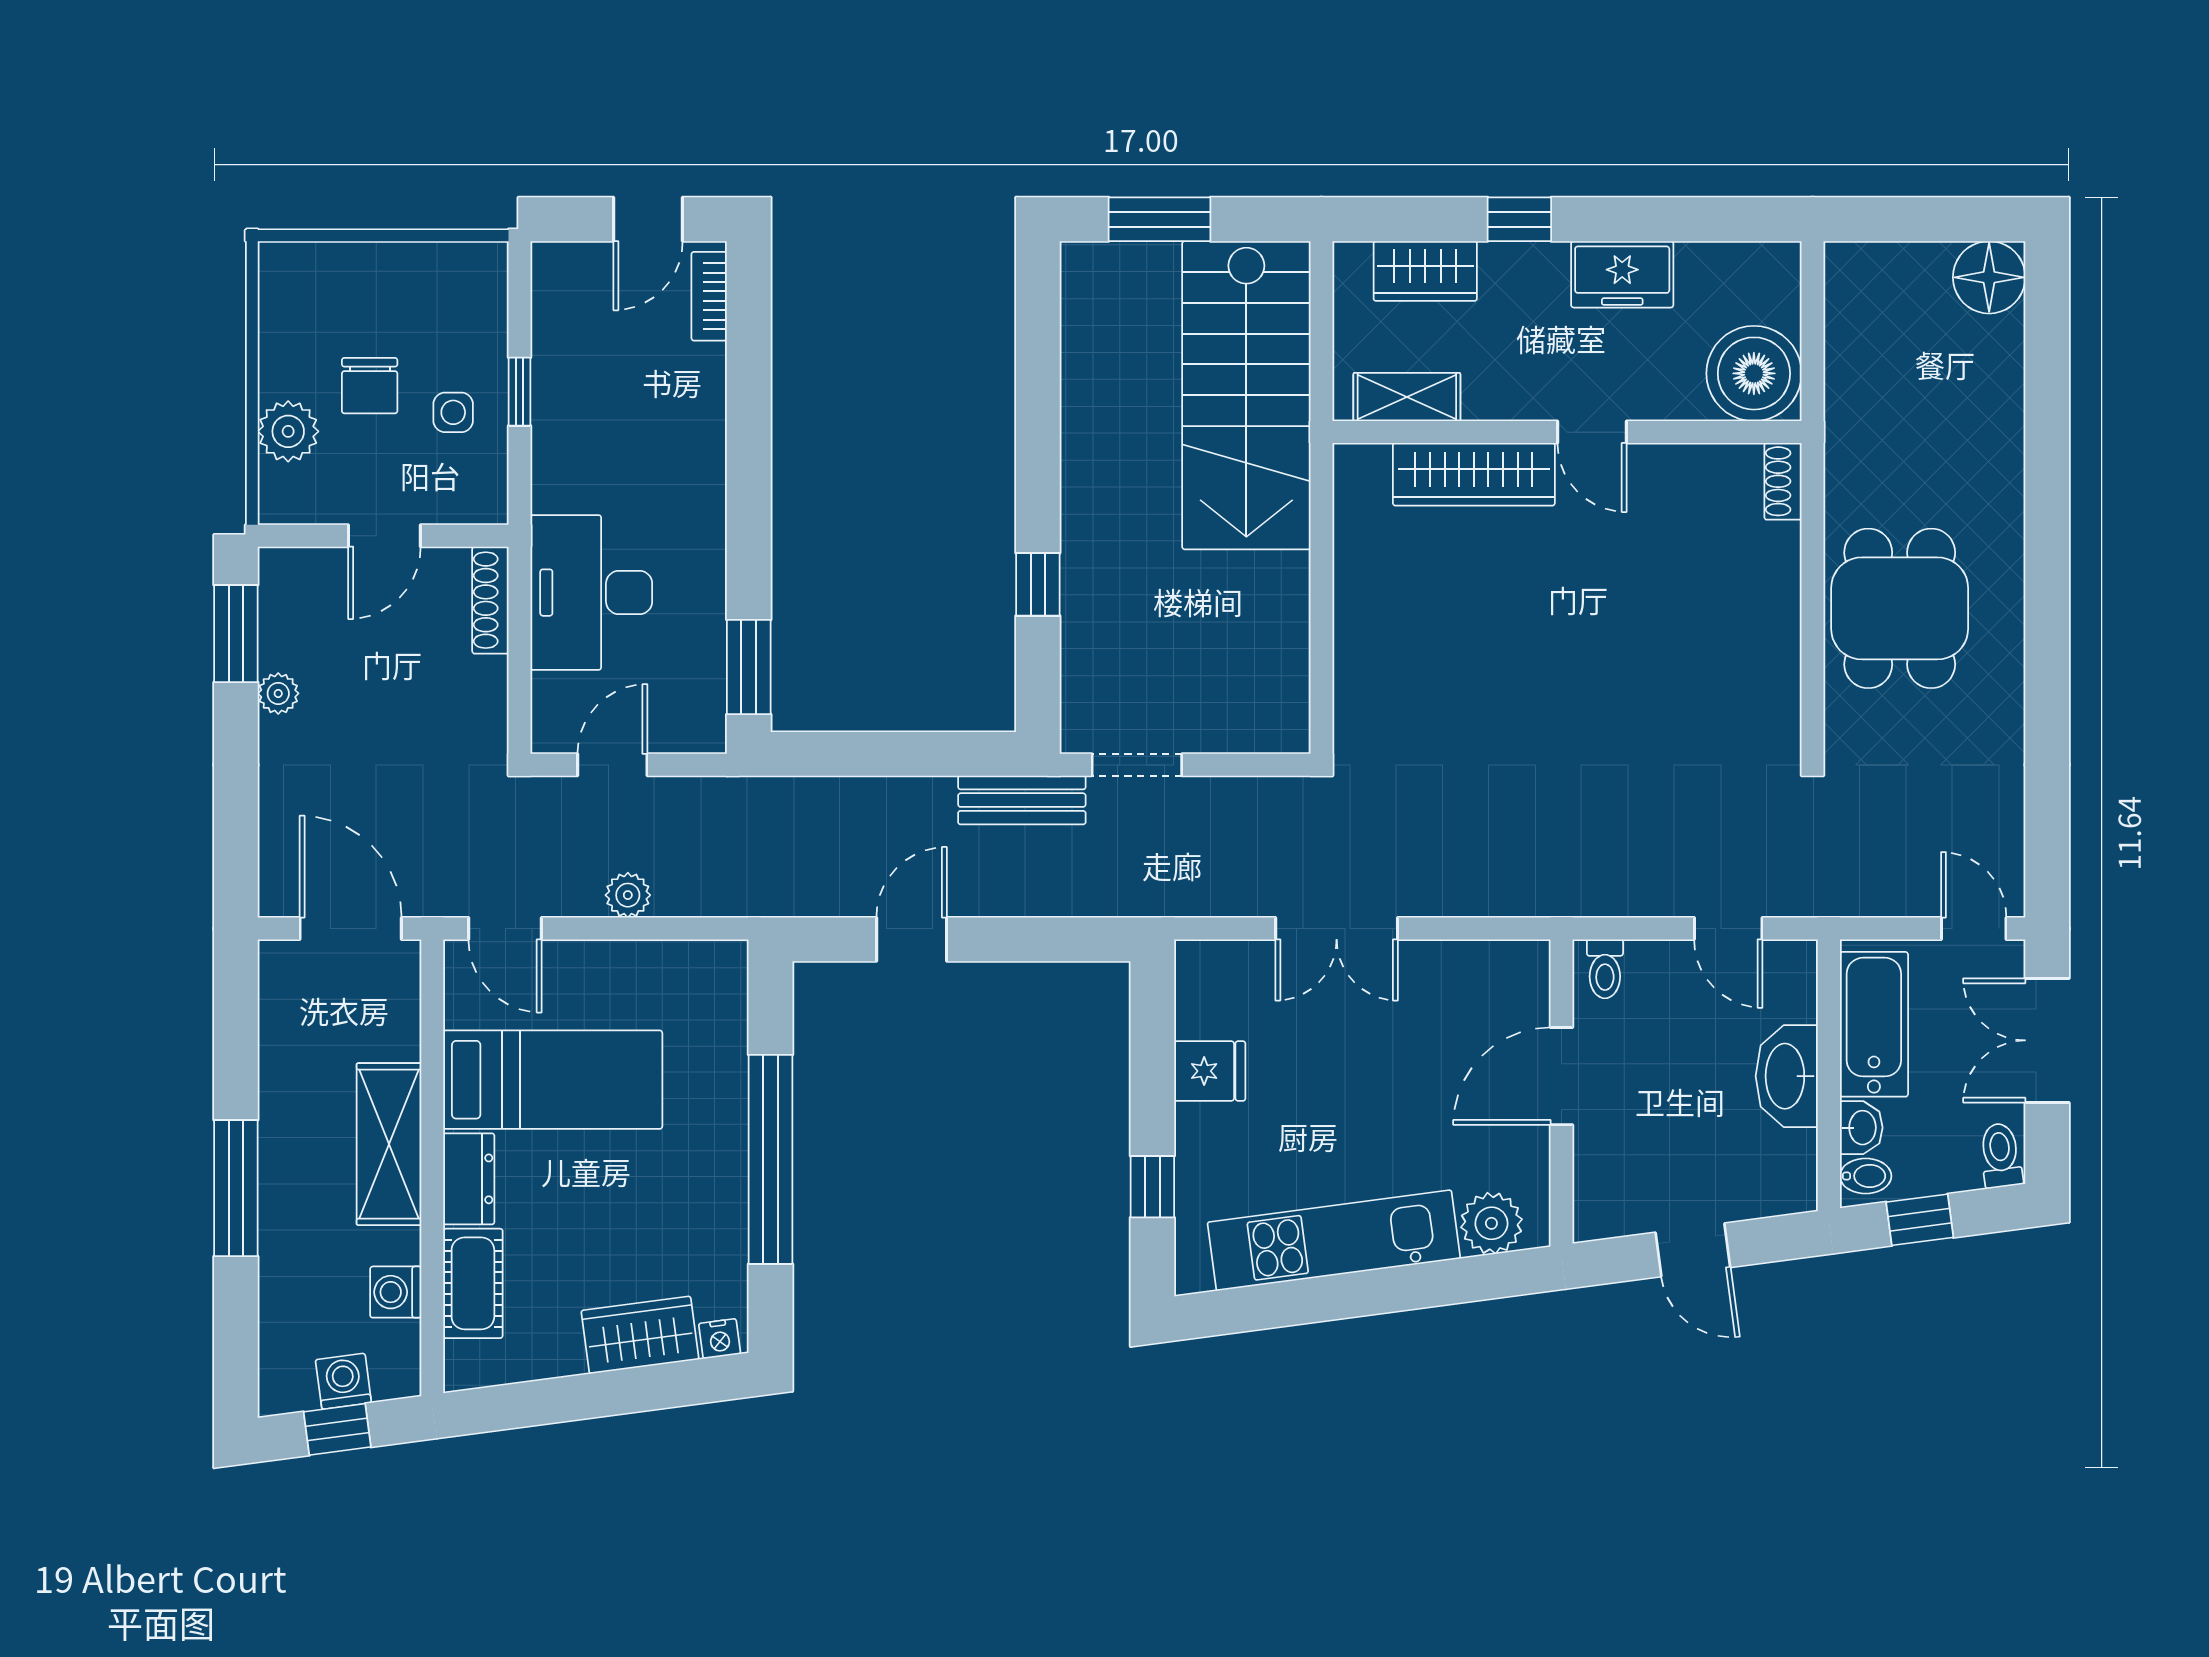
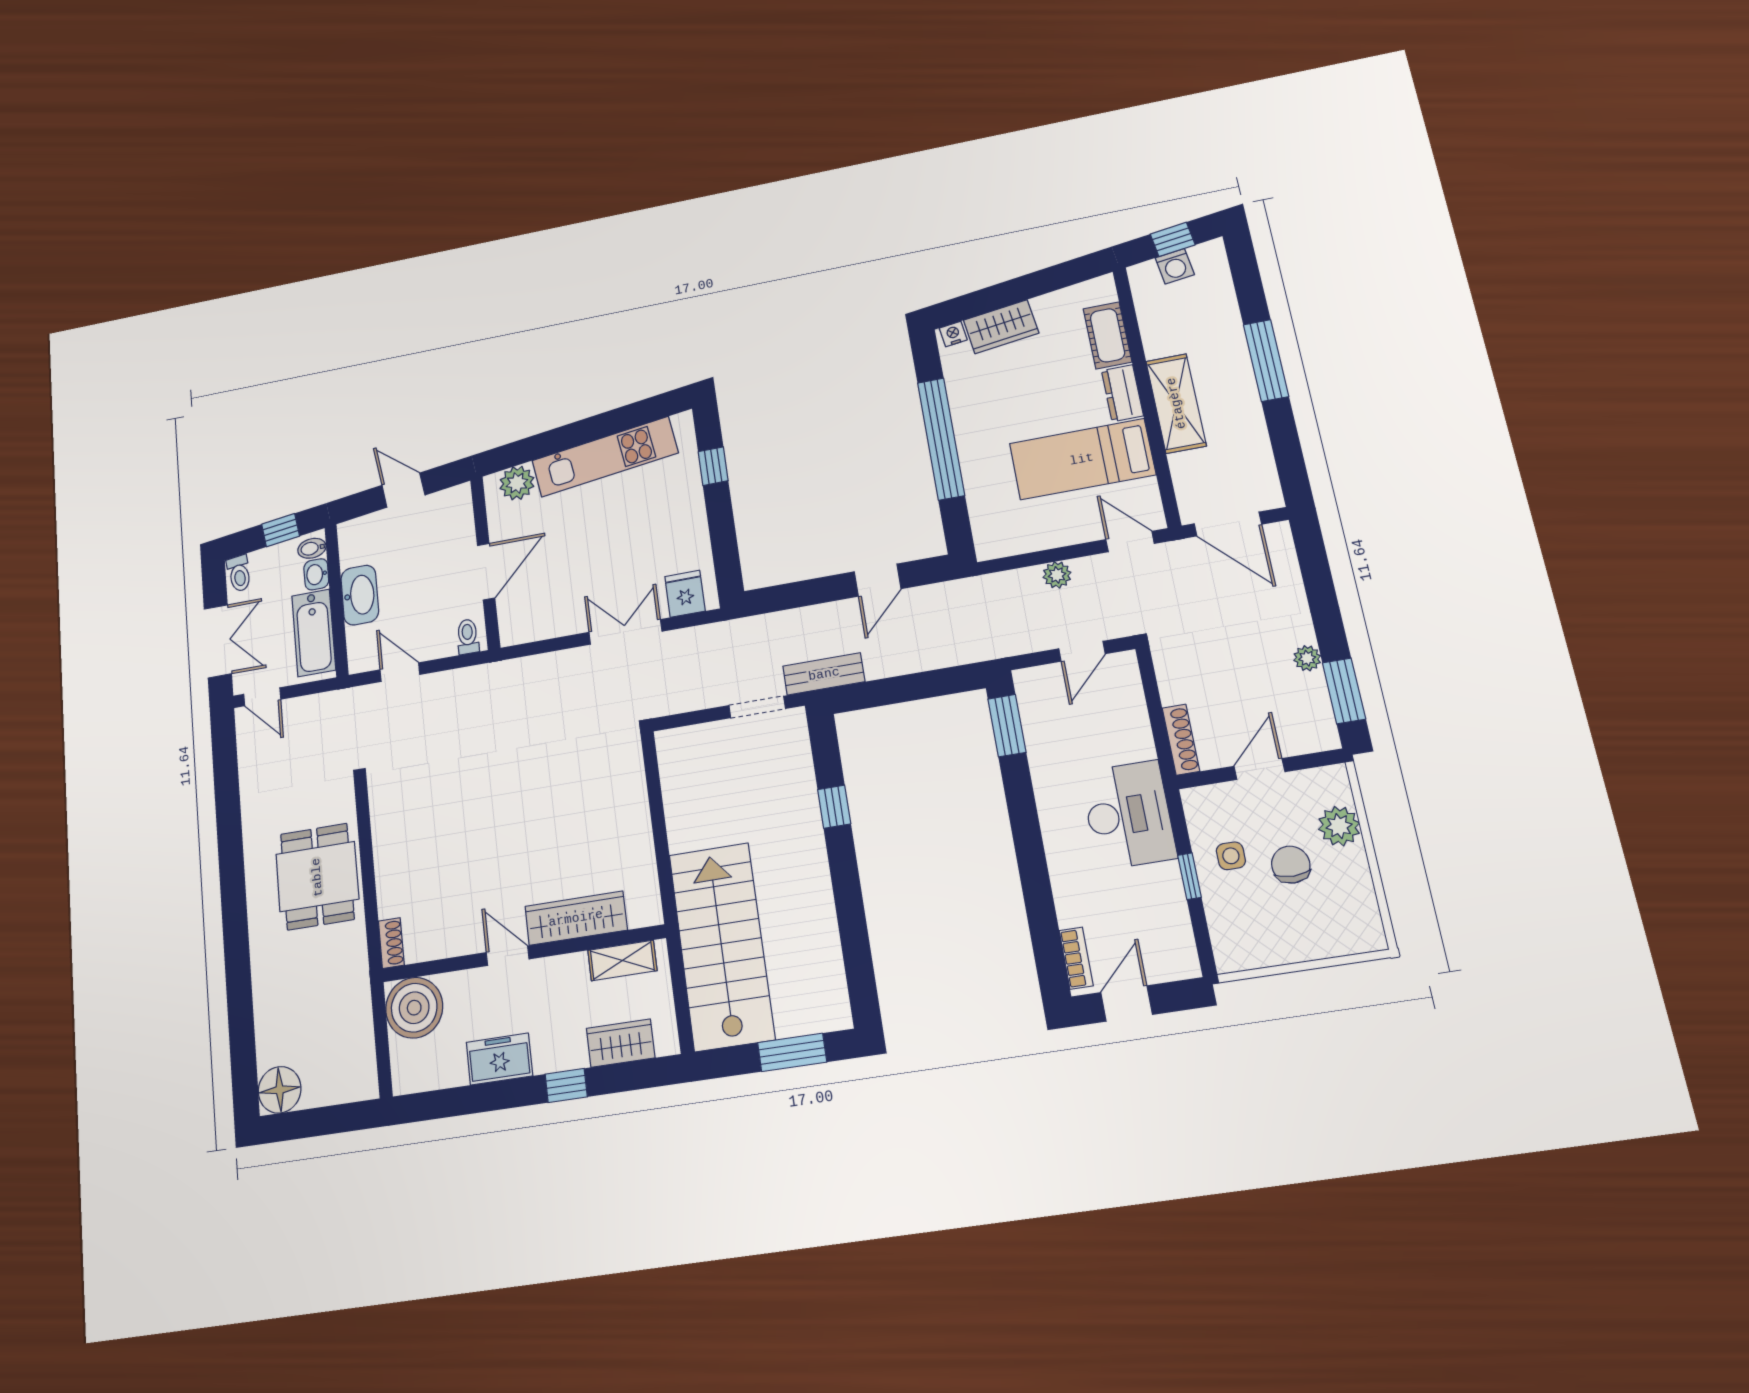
desk: (591, 593) -> (1128, 815), moved
fridge: (1210, 1071) -> (685, 594), moved, turned 90
washing machine: (396, 1292) -> (1154, 321), removed

